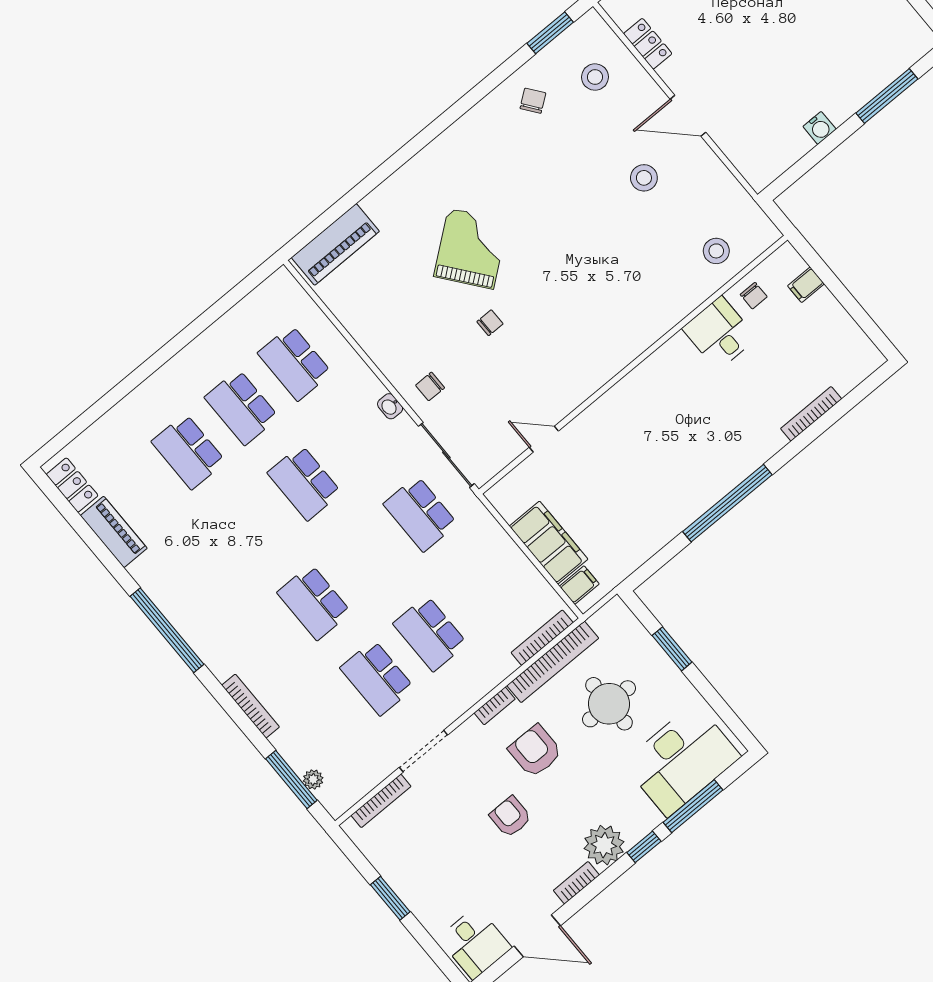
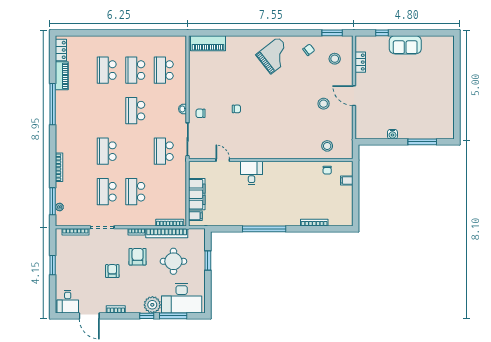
grand piano: (471, 248) -> (275, 55), moved
desk: (719, 333) -> (252, 173), moved
window: (167, 630) -> (53, 104), moved
plant: (604, 845) -> (152, 305), moved

